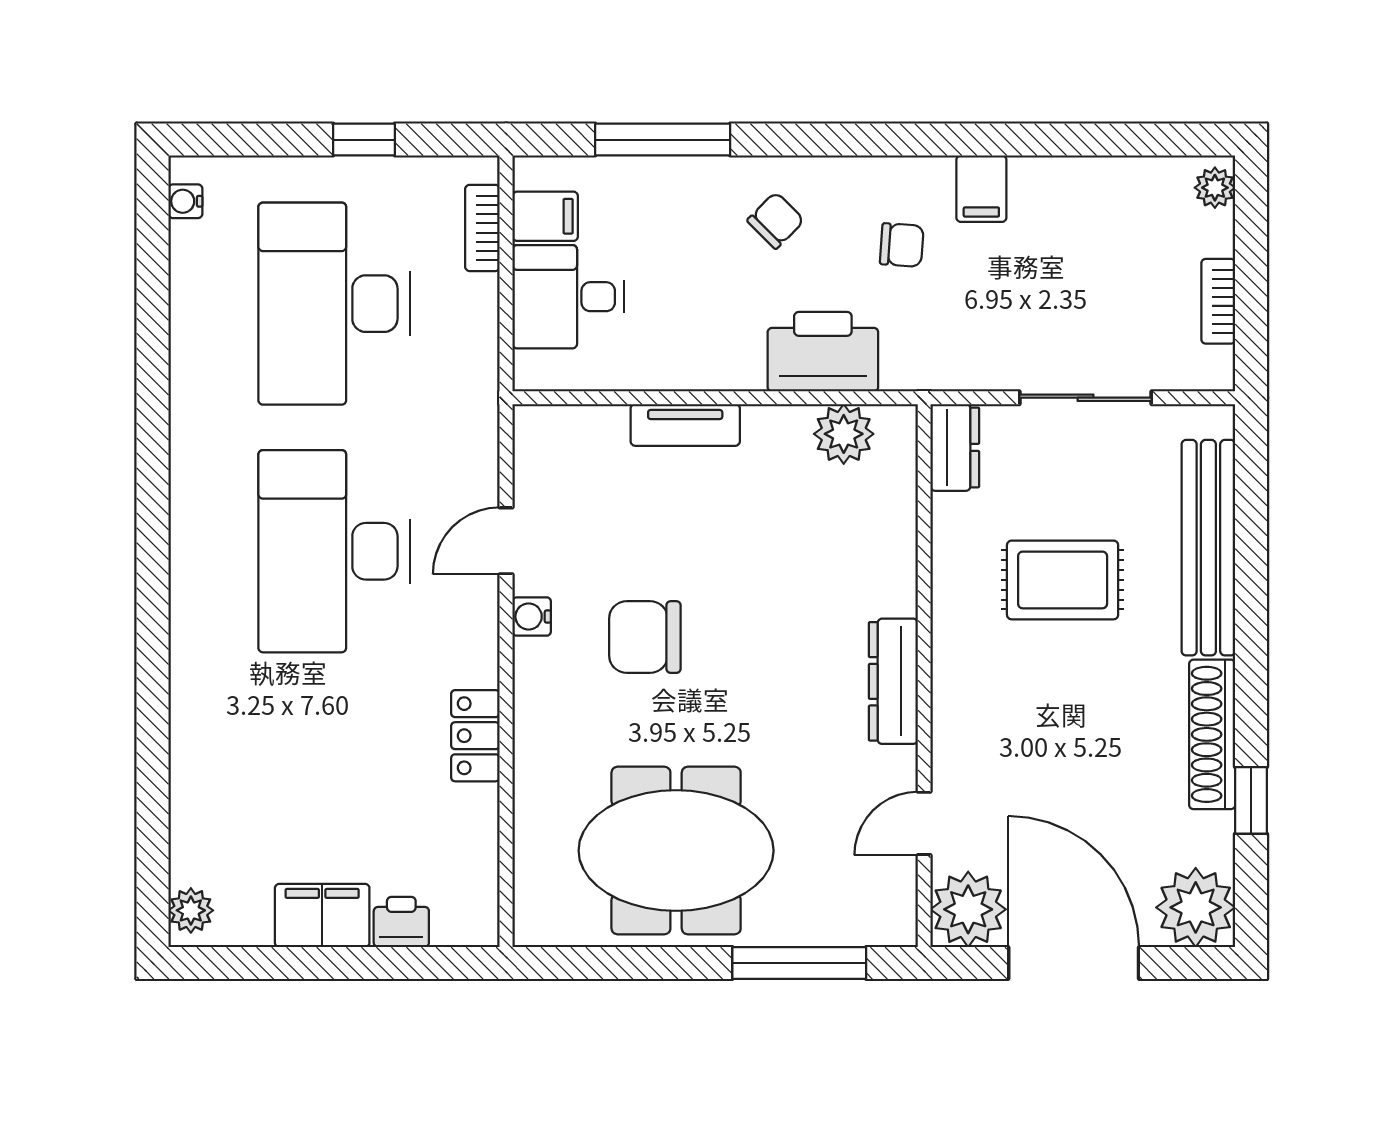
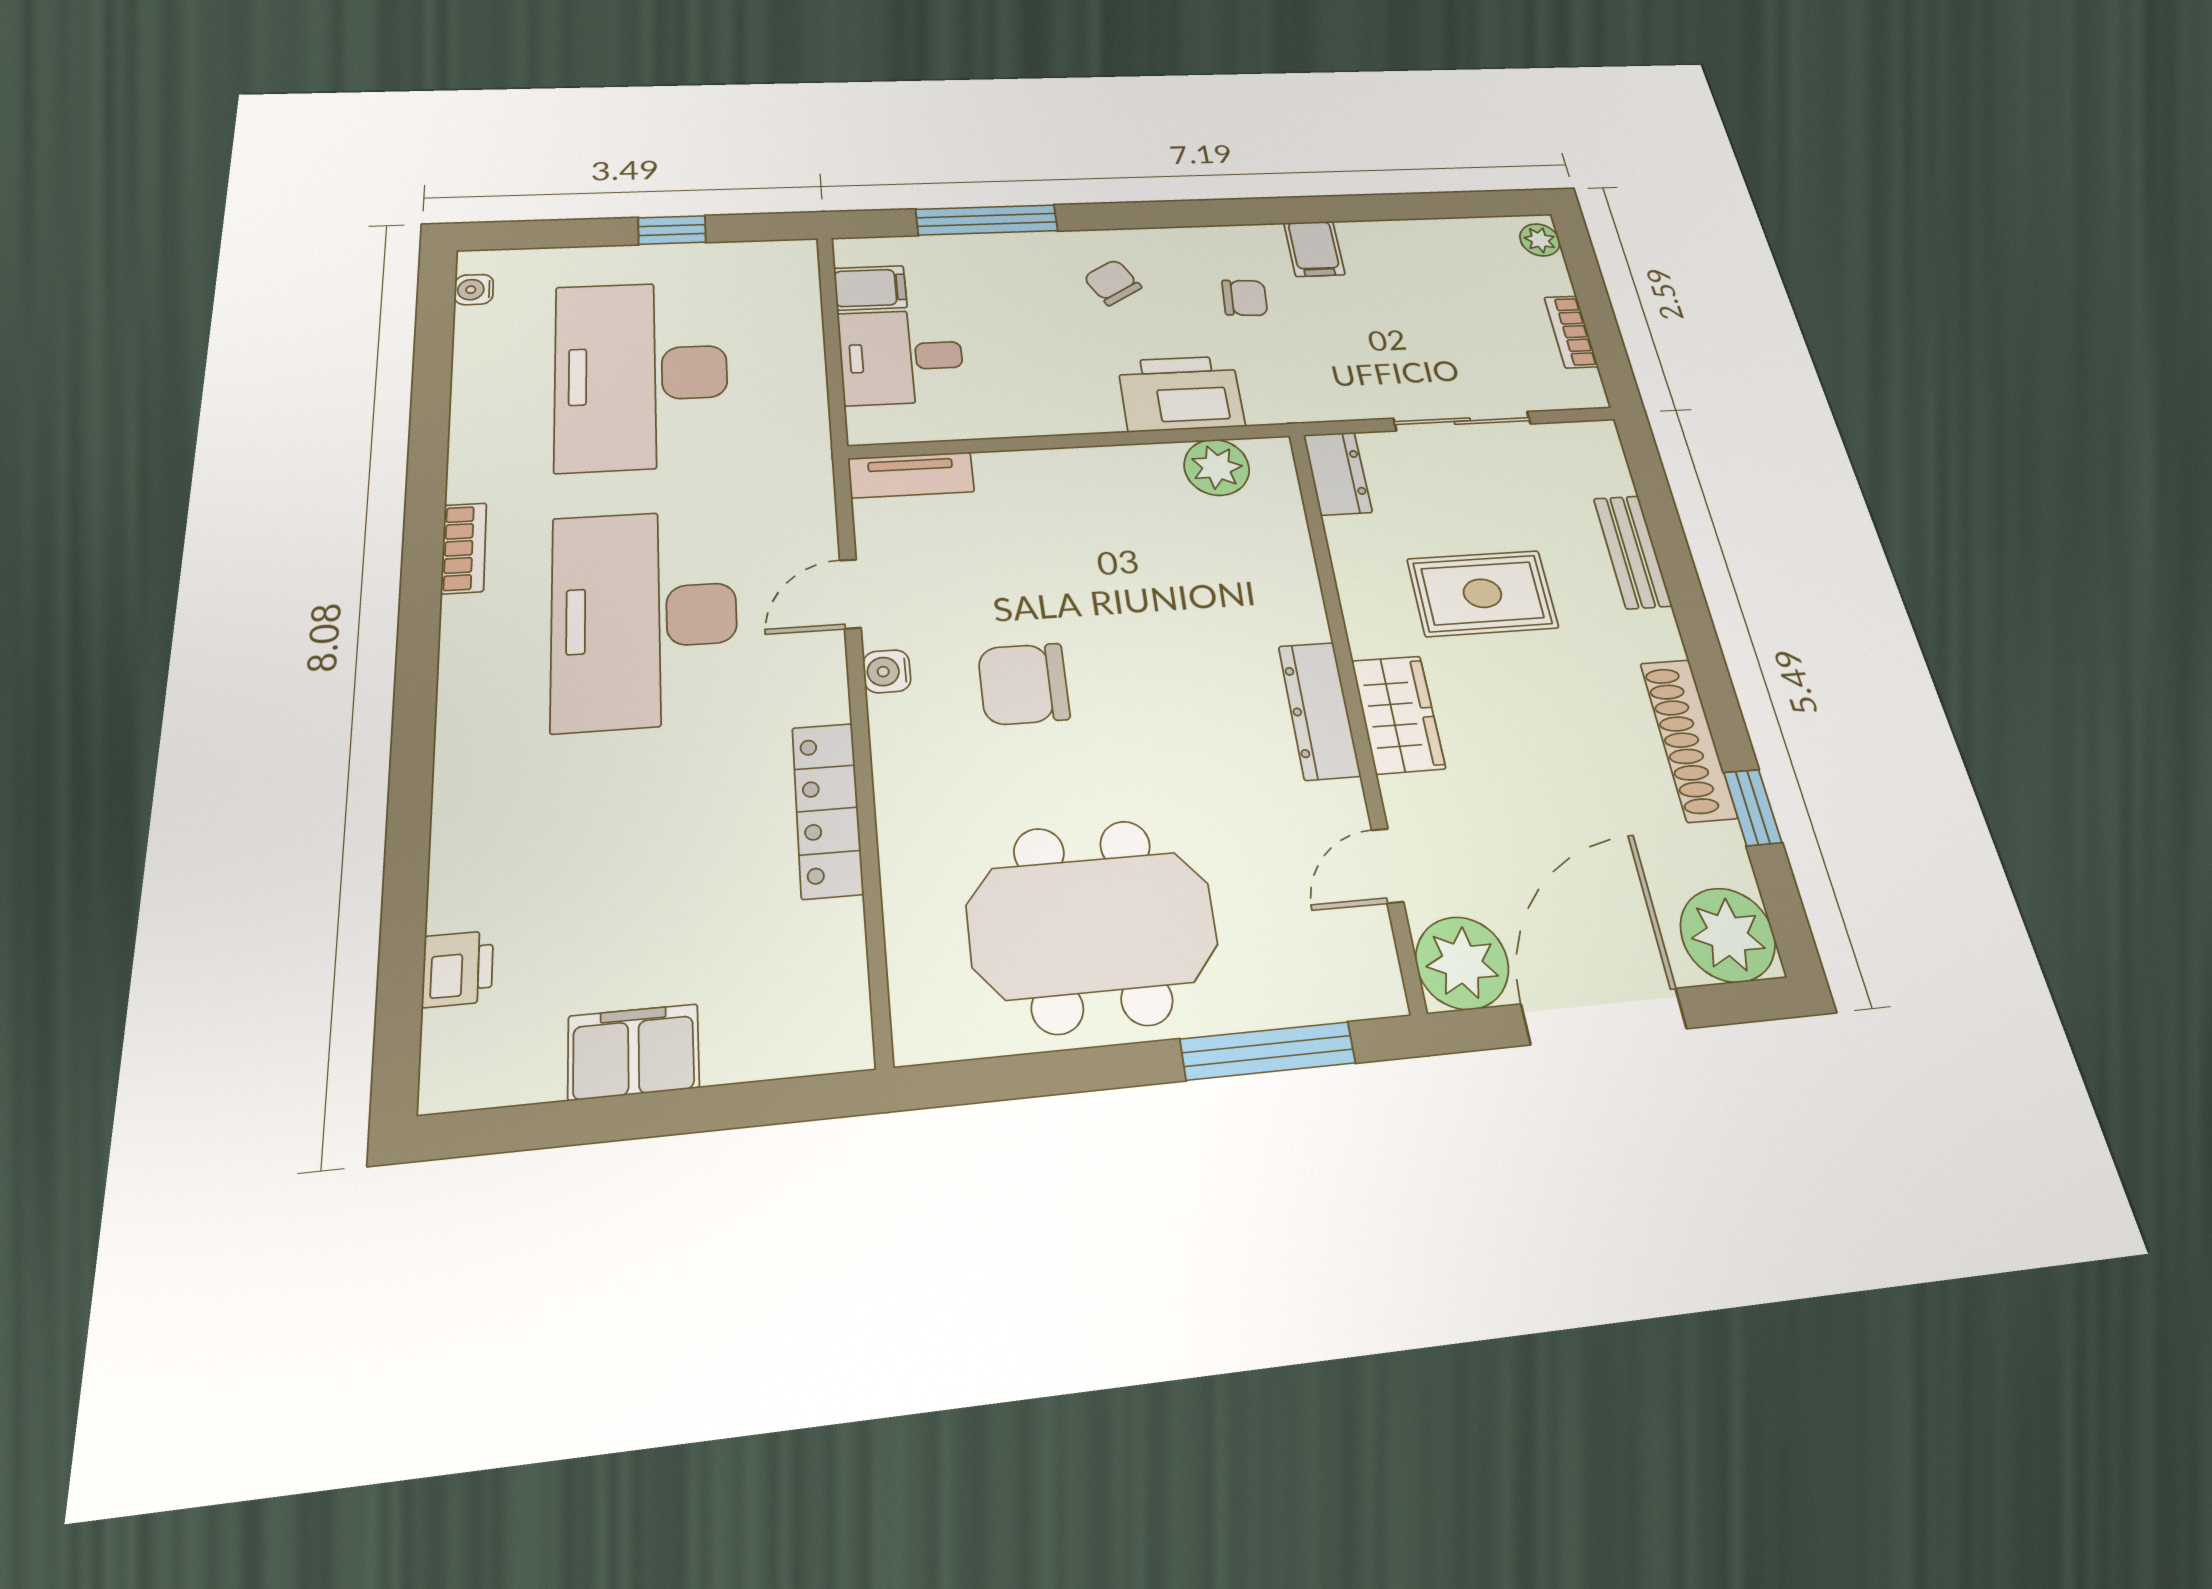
chair: (776, 220) -> (1112, 282), turned -75
bookcase: (482, 228) -> (464, 548), moved, turned 180
tv unit: (685, 425) -> (911, 475), moved
bench: (1208, 548) -> (1632, 552), width x0.54, depth x0.82
wardrobe: (961, 690) -> (1398, 714), added
locker: (475, 736) -> (827, 810), width x1.53
plant: (191, 910) -> (450, 1063), removed
printer: (401, 922) -> (458, 969), moved, turned 90
door: (1074, 963) -> (1604, 1016), hinge flipped

